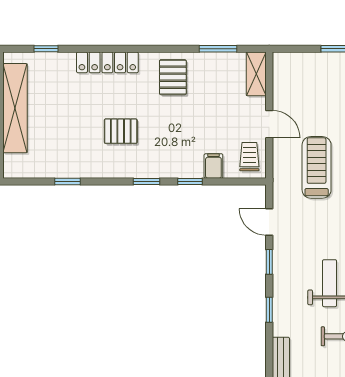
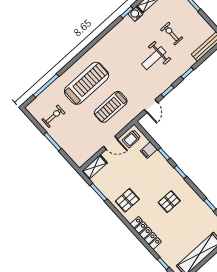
door: (269, 124) -> (110, 143), swing flipped
pallet: (121, 131) -> (169, 202), turned 90

